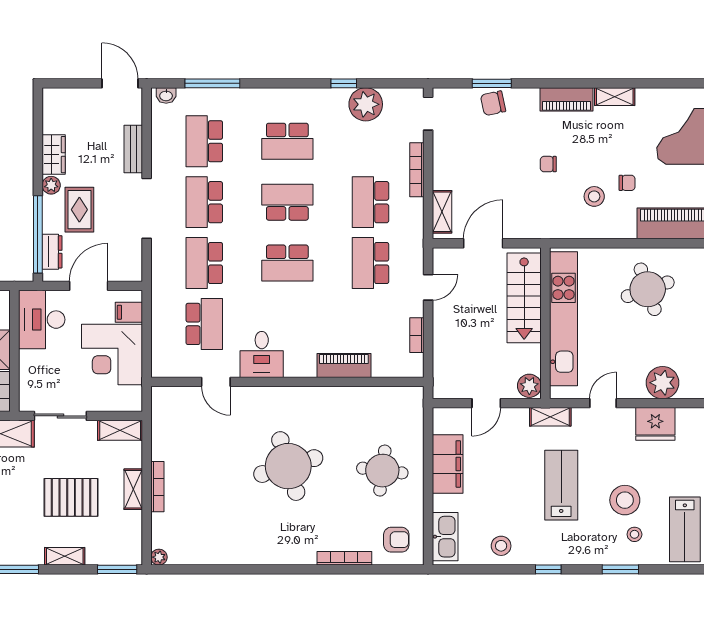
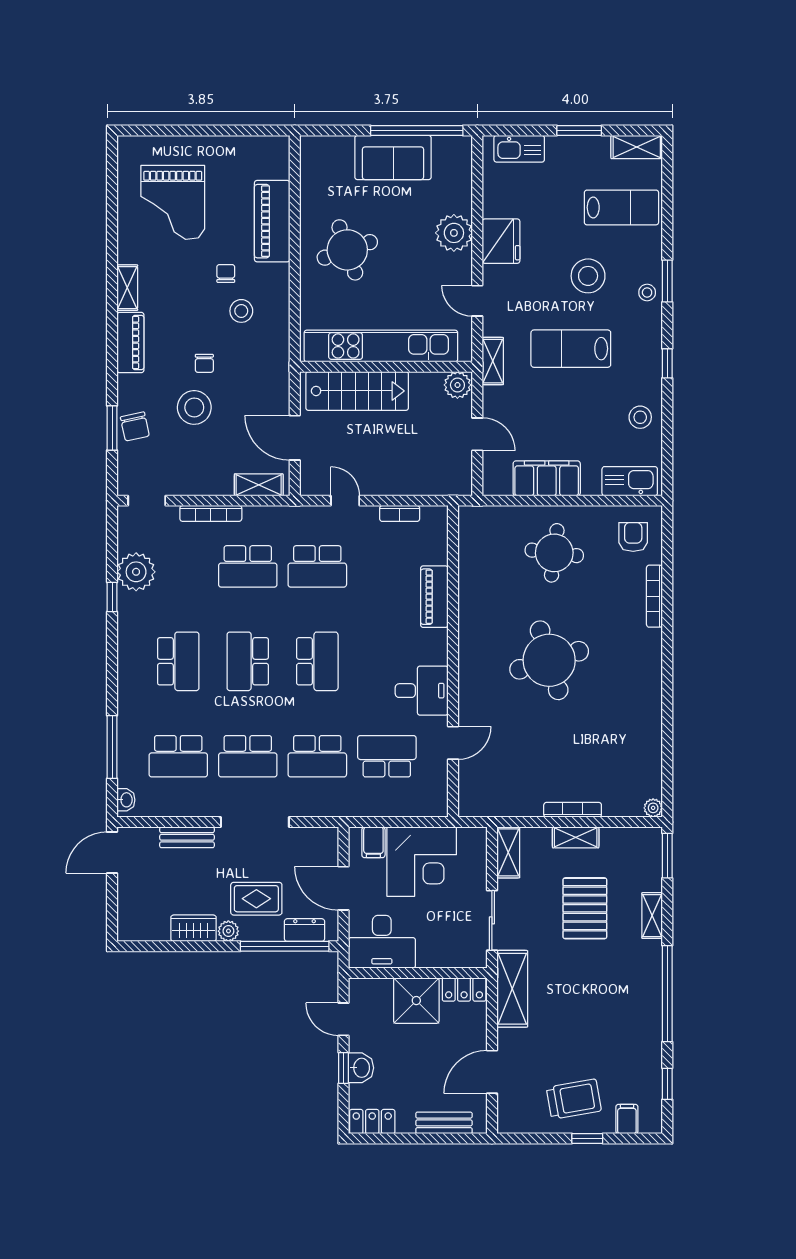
stool: (510, 155) -> (194, 407), added
stool: (634, 534) -> (647, 292), moved

